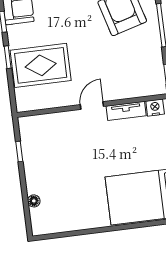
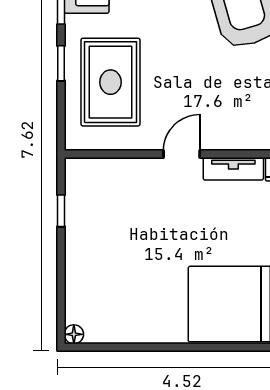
rug: (41, 65) -> (110, 82), turned 90
floor lamp: (34, 201) -> (74, 334), moved

